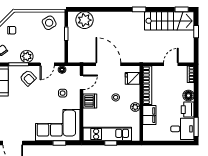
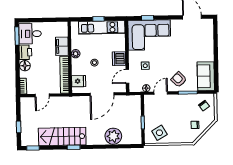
plant: (85, 20) -> (113, 136), moved
stairs: (169, 21) -> (62, 136), moved
plant: (27, 56) -> (180, 100), removed
door: (108, 64) -> (102, 94), hinge flipped

